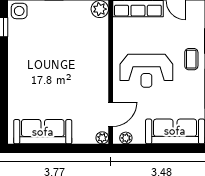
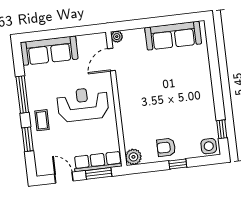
armchair: (64, 15) -> (166, 147), added
plant: (126, 138) -> (95, 39), removed

